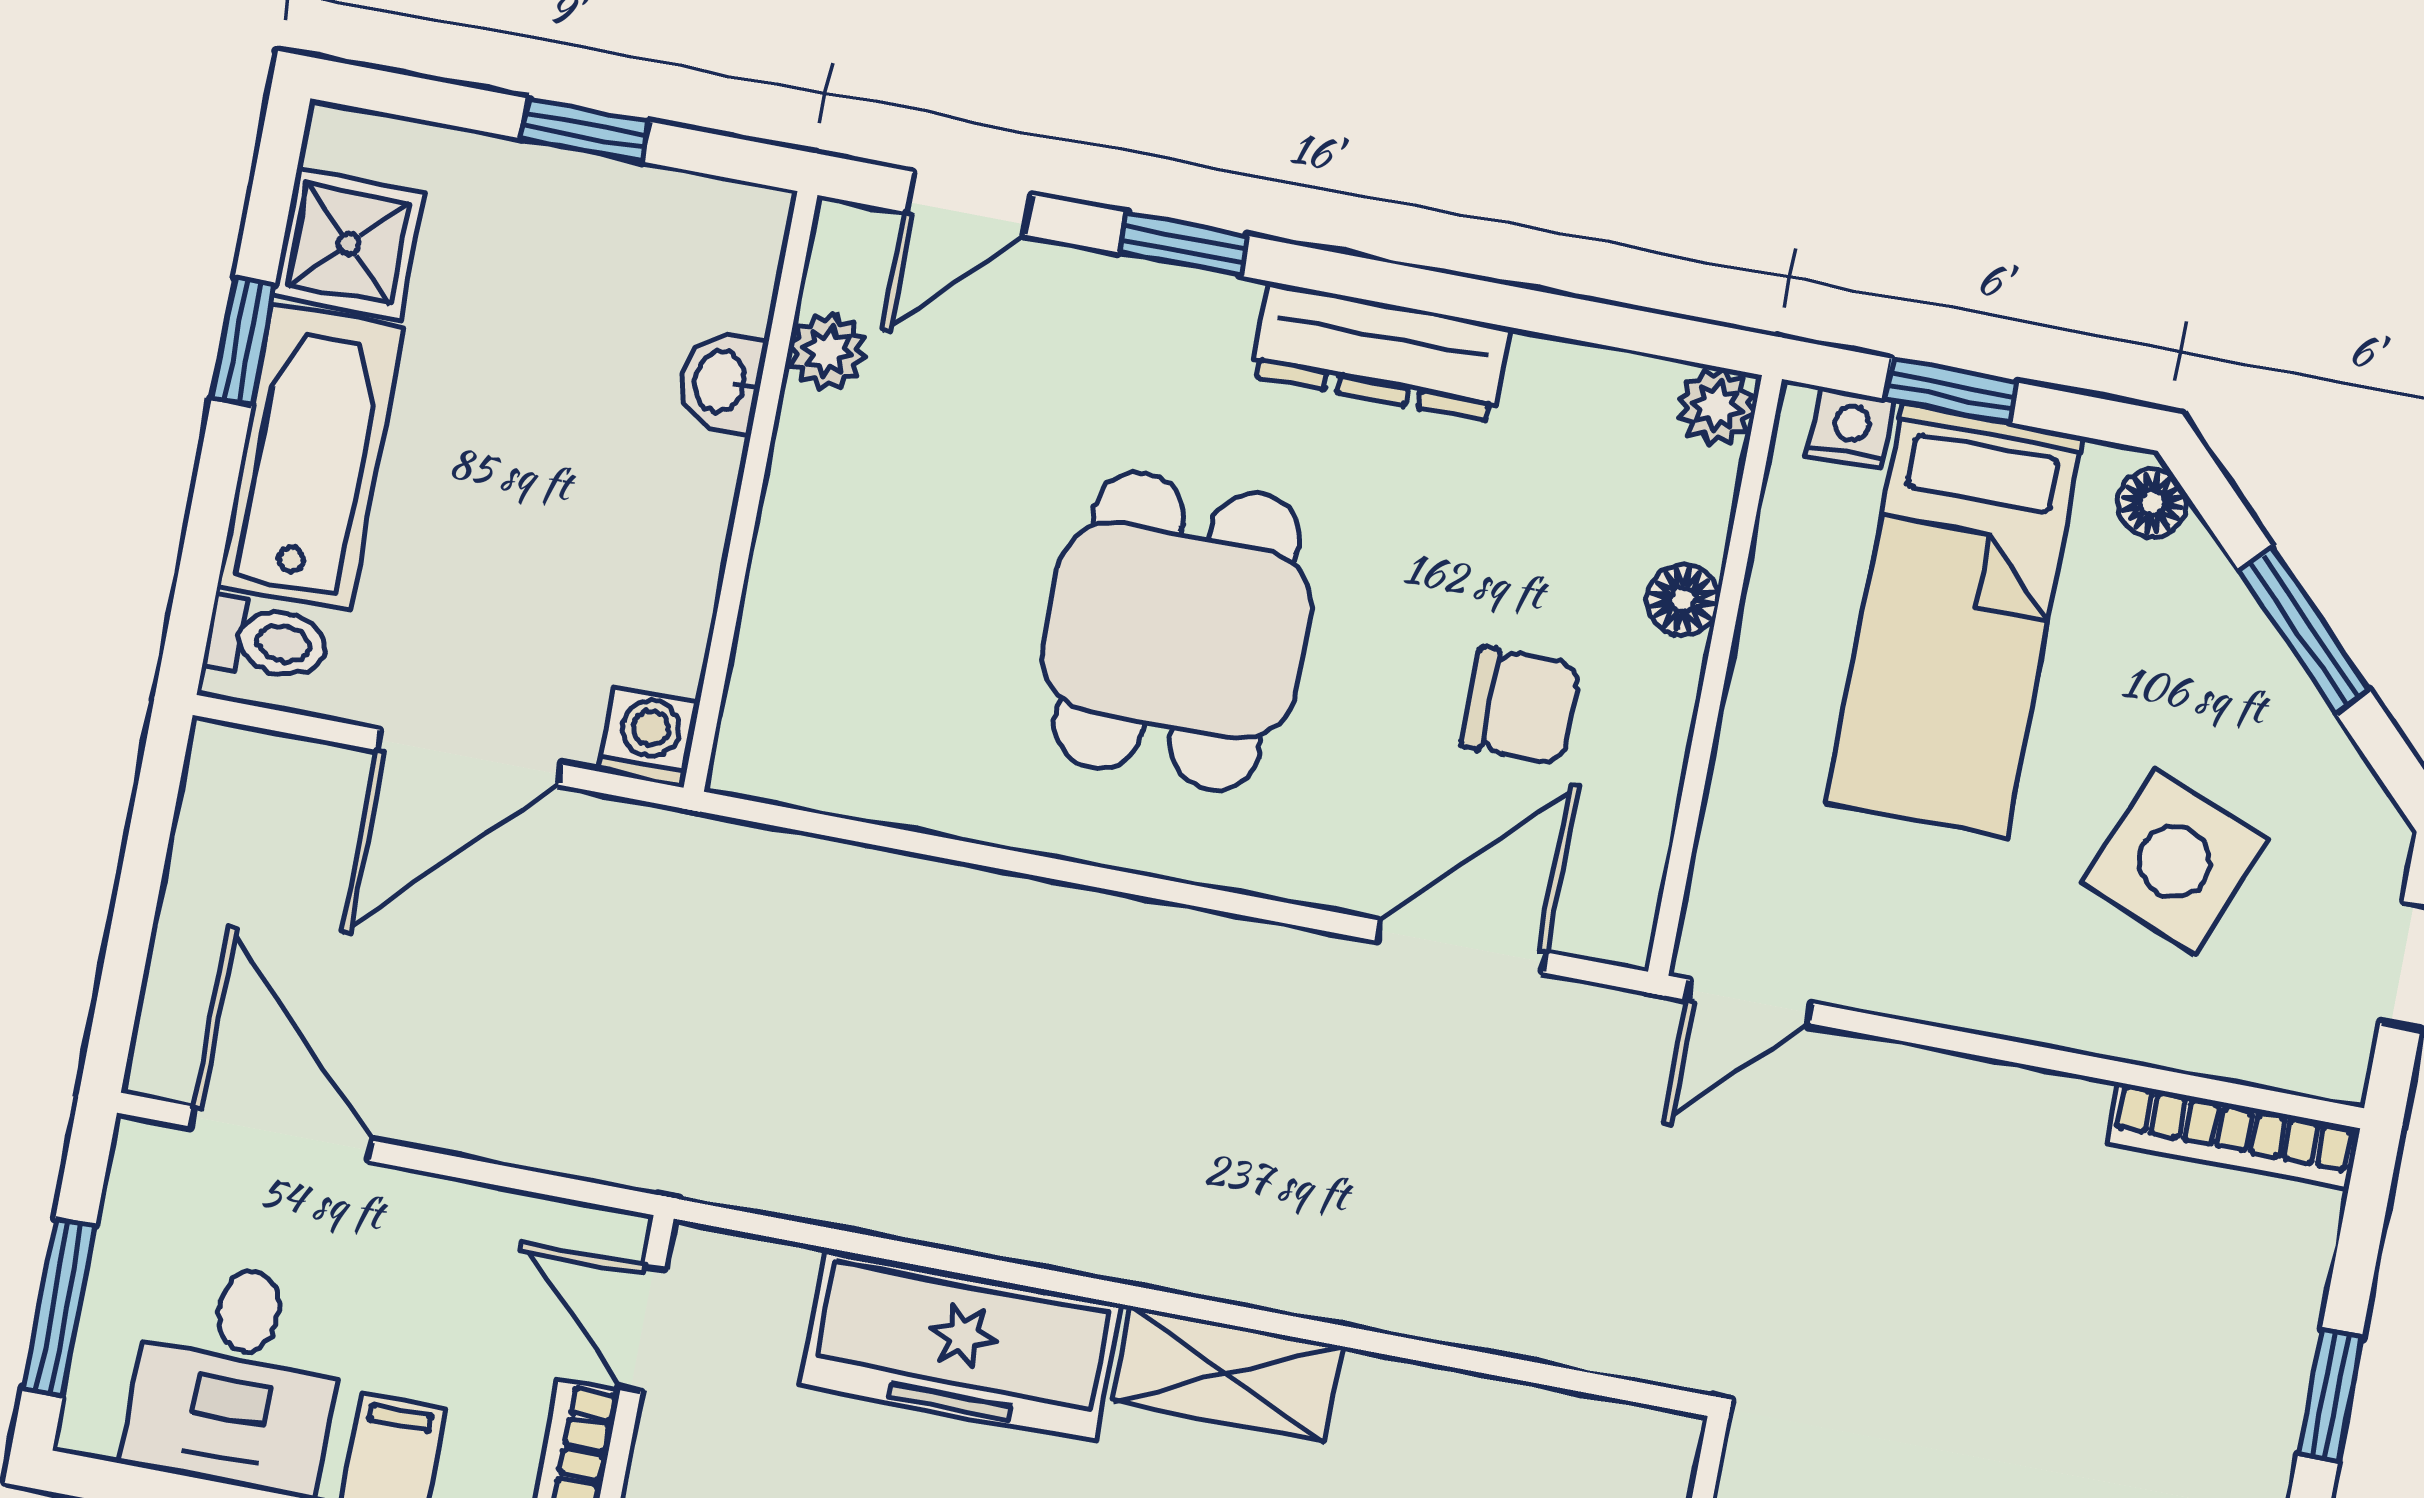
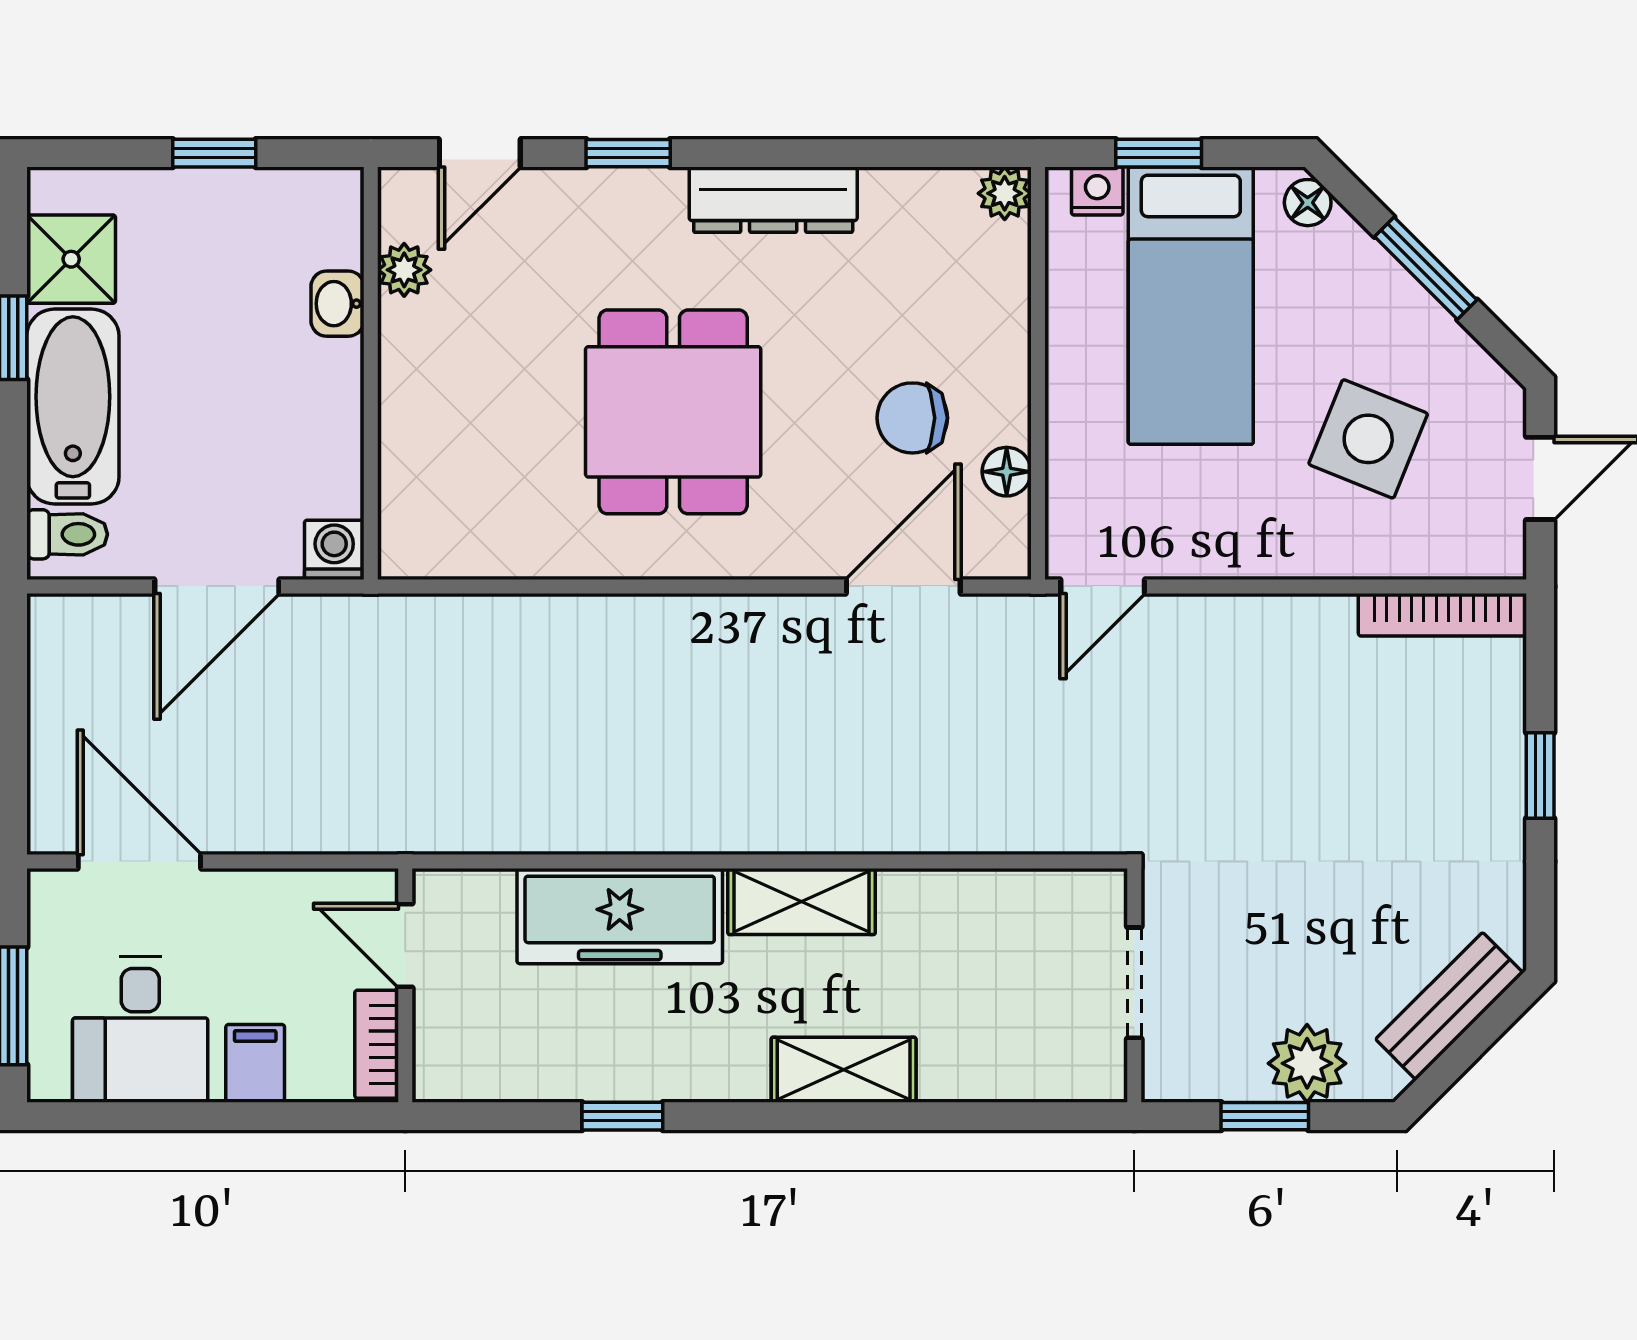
floor lamp: (1683, 600) -> (1007, 472), moved
chair: (1521, 705) -> (912, 418), turned 180

